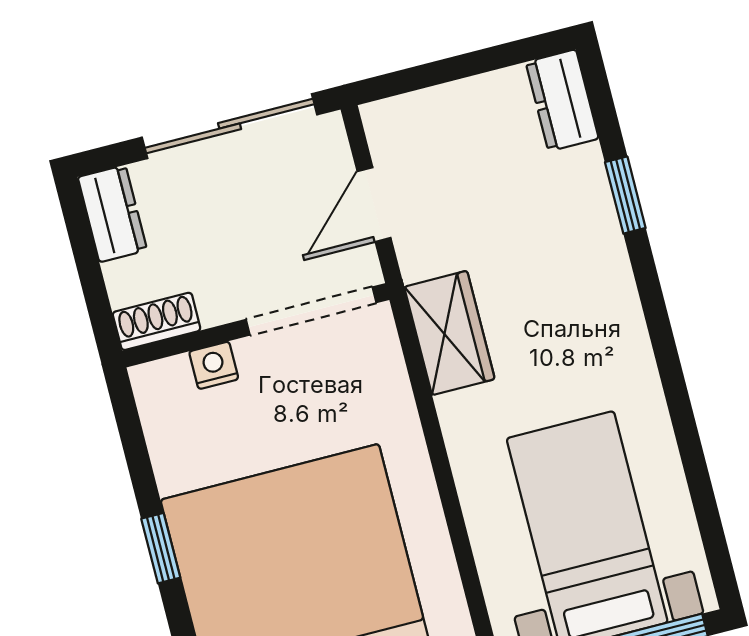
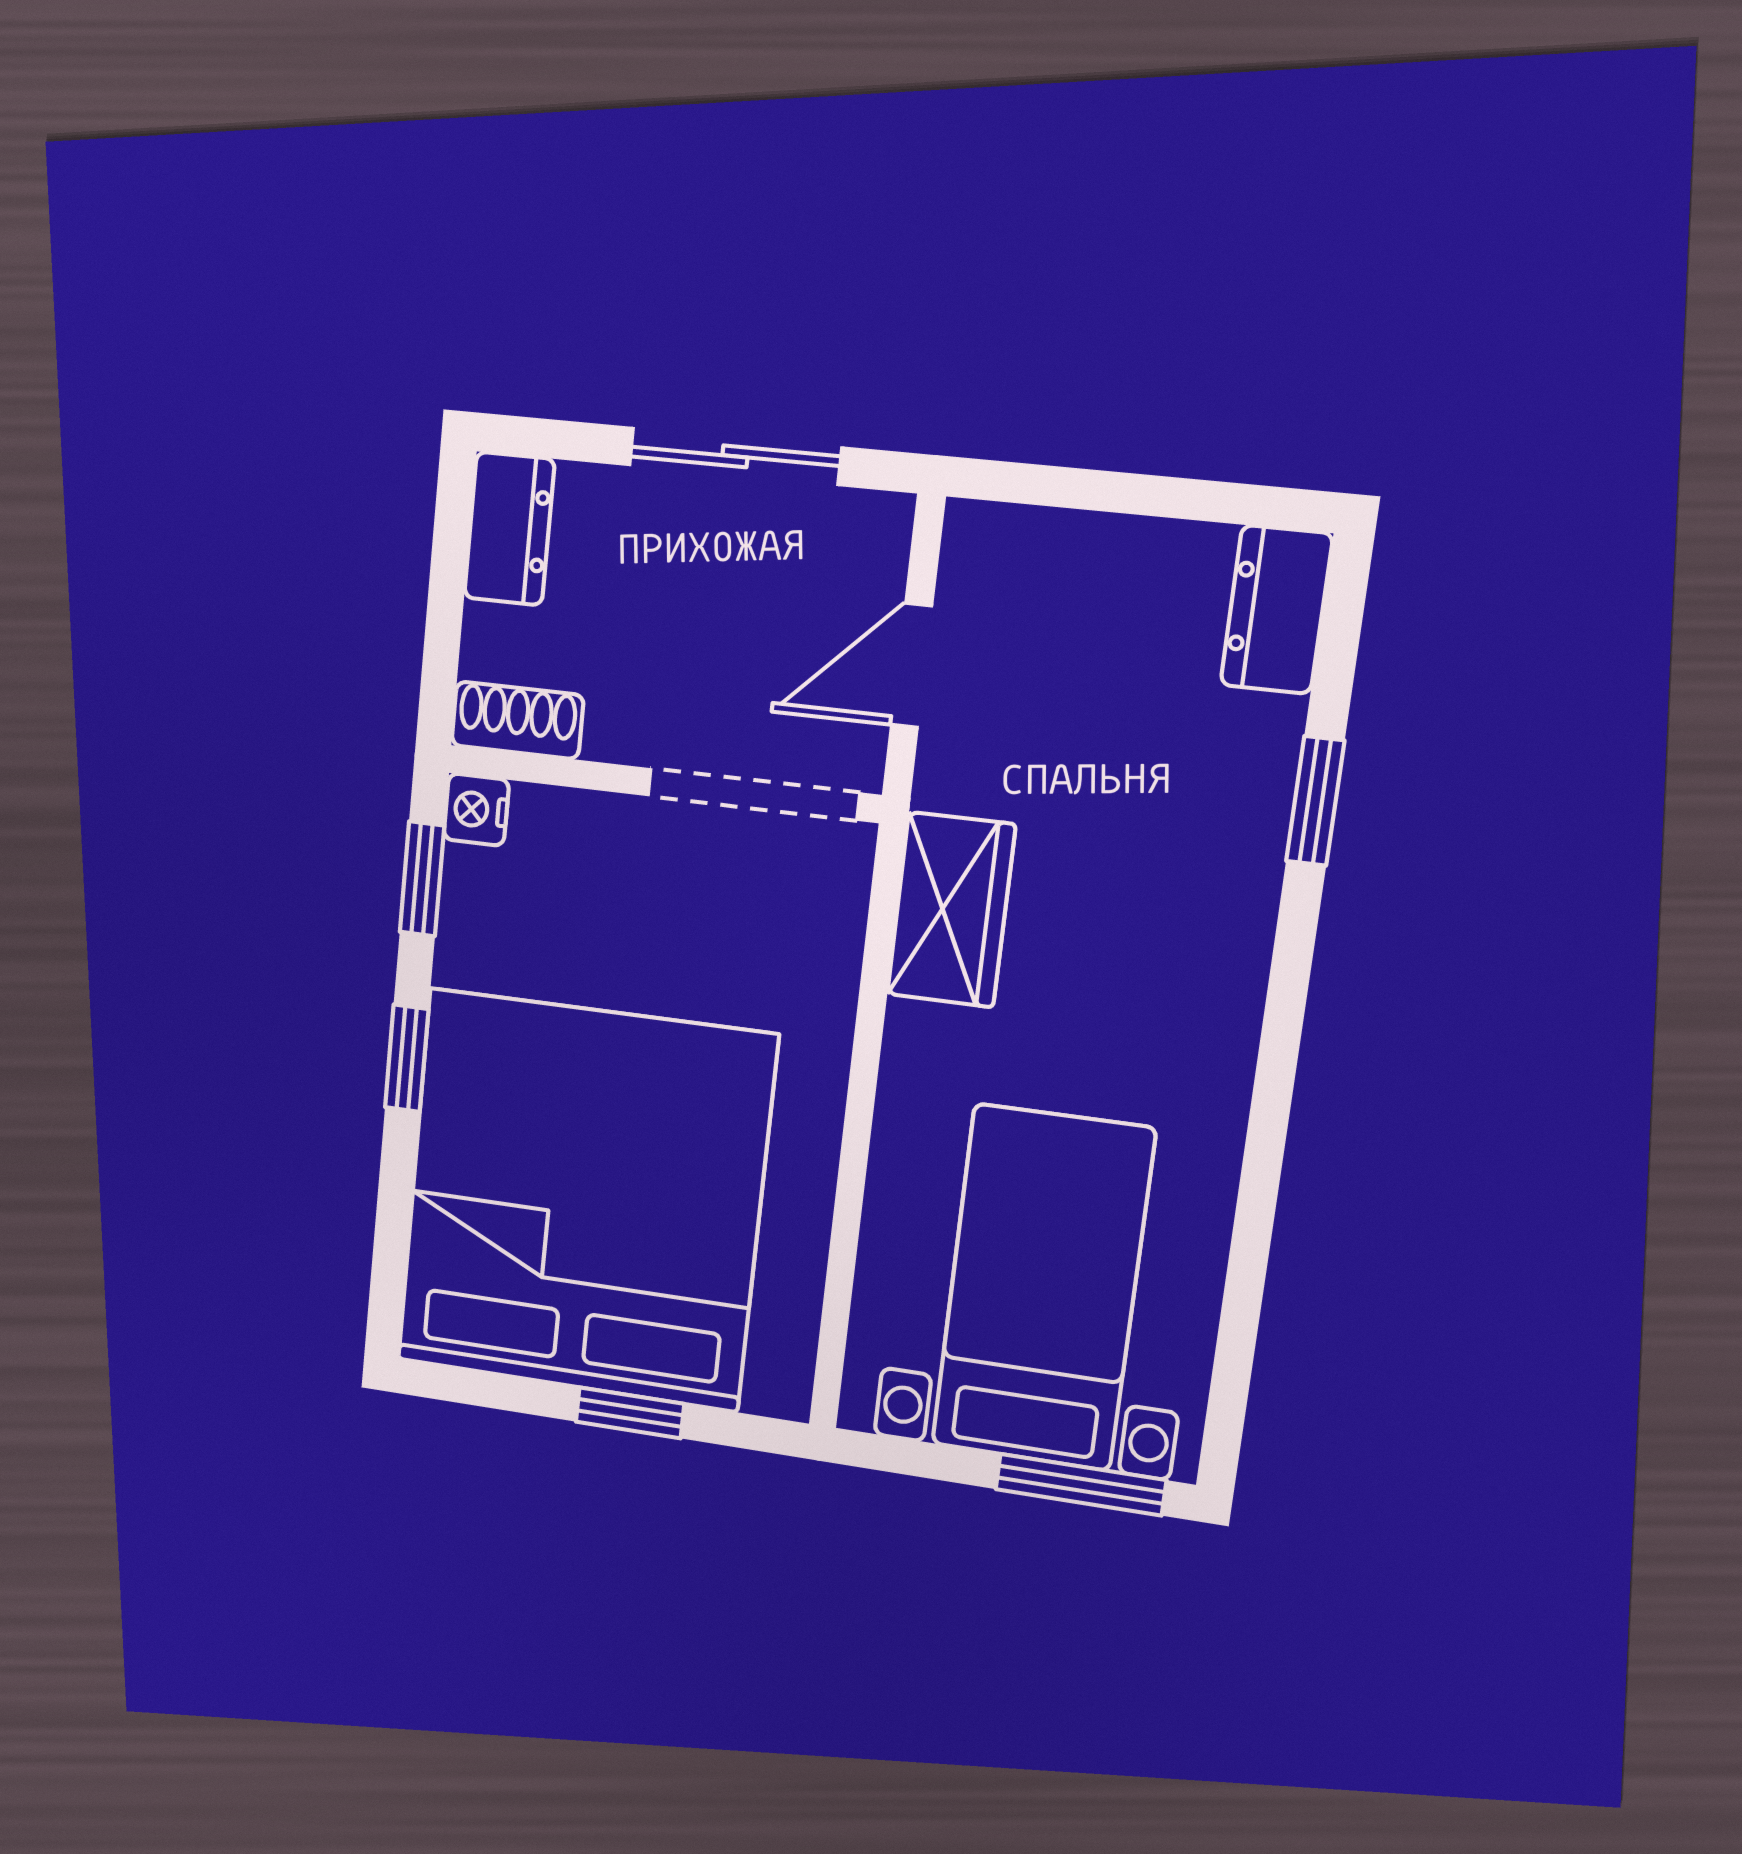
sliding door: (230, 126) -> (735, 456), width x0.73
nightstand: (214, 365) -> (476, 810), moved, turned -90
window: (132, 436) -> (422, 879), added

